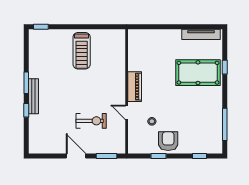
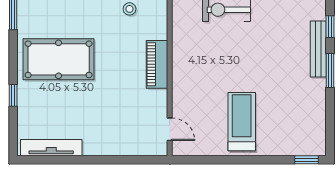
pool table: (198, 73) -> (59, 59), moved
door: (127, 112) -> (170, 129), moved

